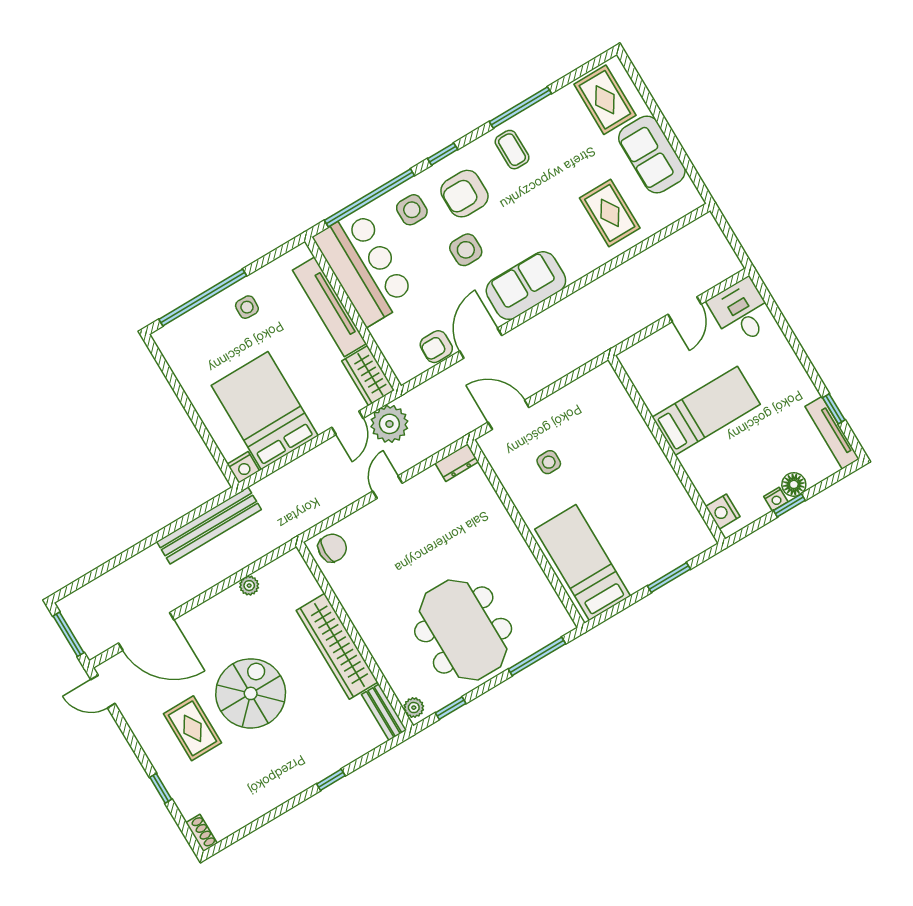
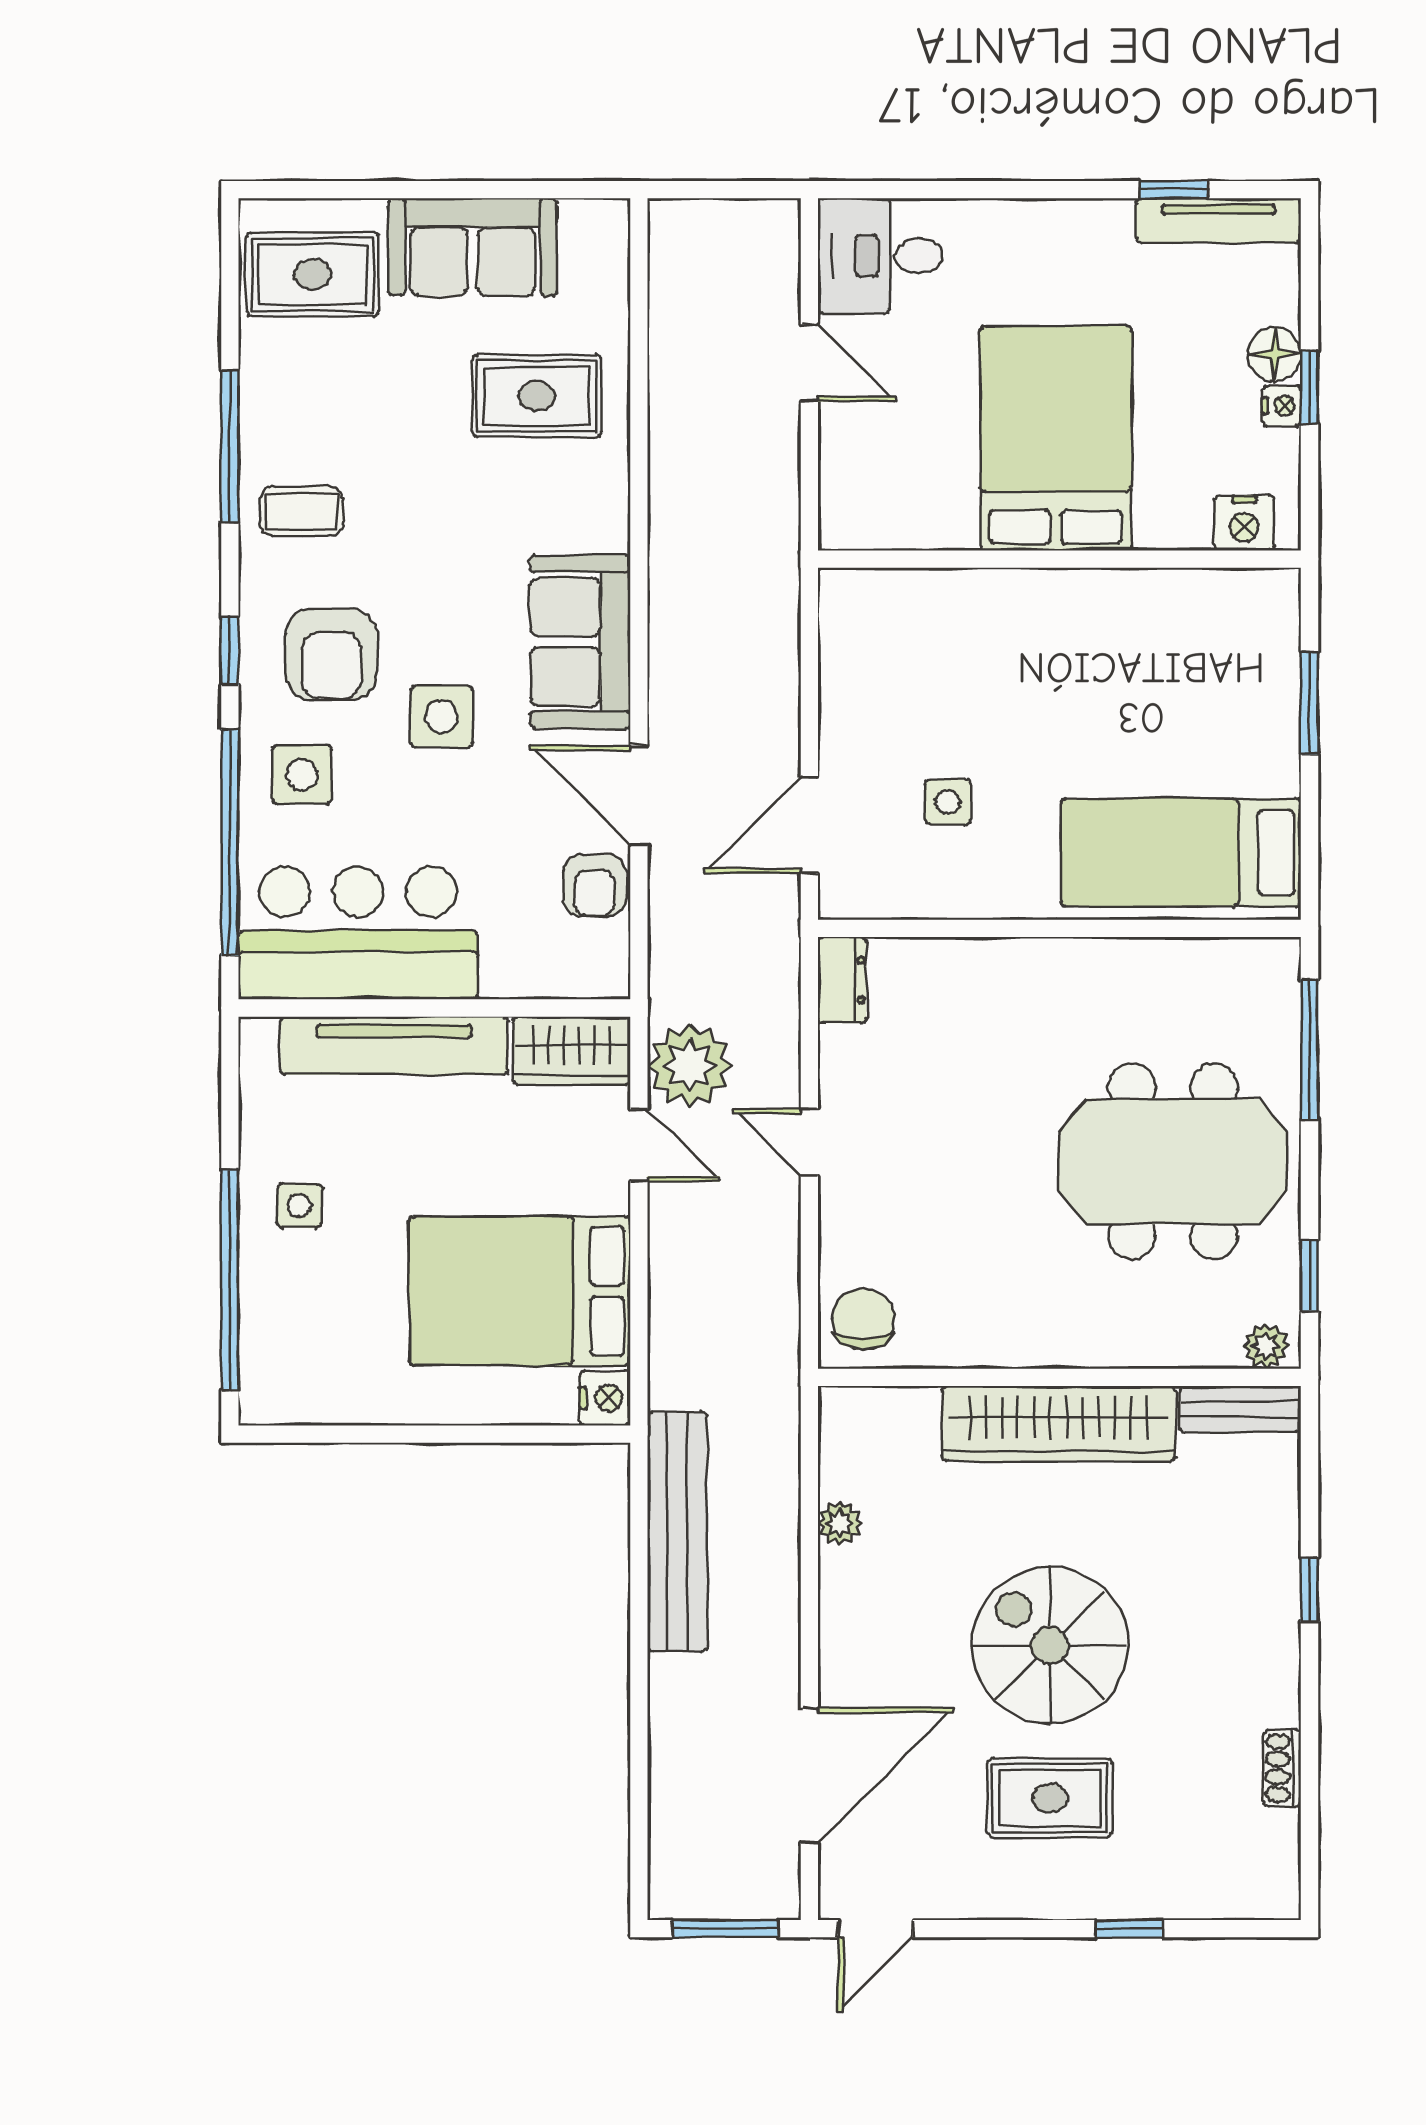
bed: (706, 411) -> (1056, 438), width x1.50
shoe rack: (201, 833) -> (1282, 1768), moved, turned -90

